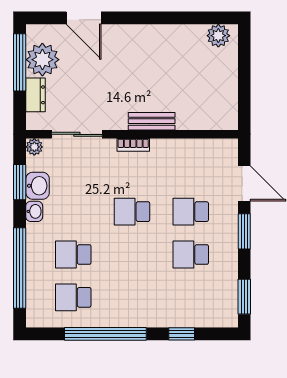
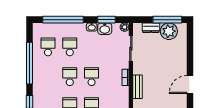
door: (84, 18) -> (190, 84), moved
school desk: (132, 254) -> (70, 77), added

